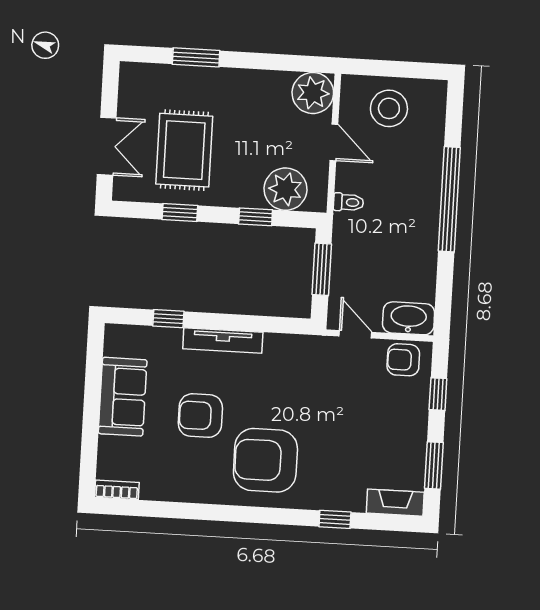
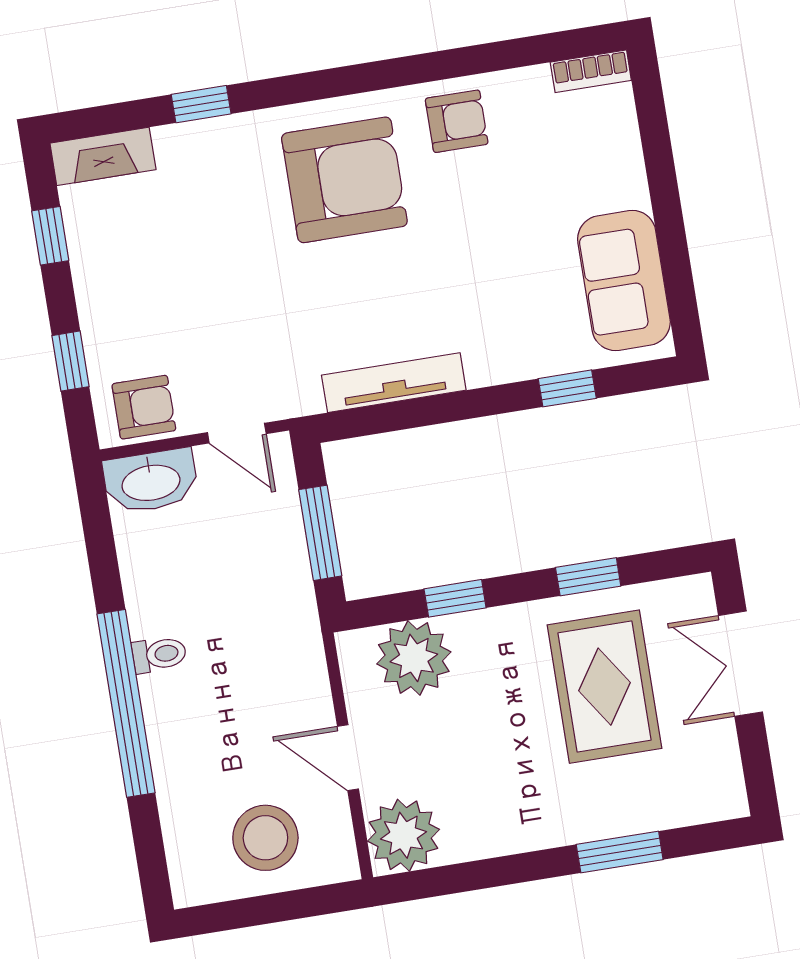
toilet: (348, 202) -> (159, 654), moved, turned 180
tv unit: (223, 341) -> (394, 383), moved
sofa: (123, 397) -> (624, 281), moved
armchair: (200, 416) -> (457, 121), moved, width x0.72, depth x0.72
window: (434, 465) -> (50, 236), width x0.67

